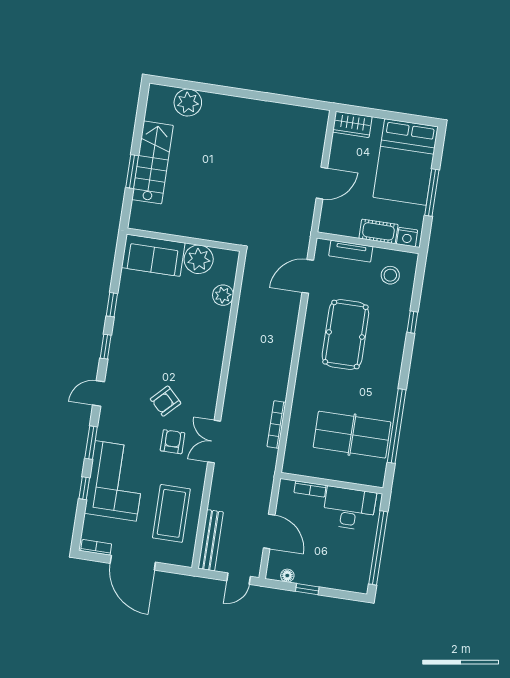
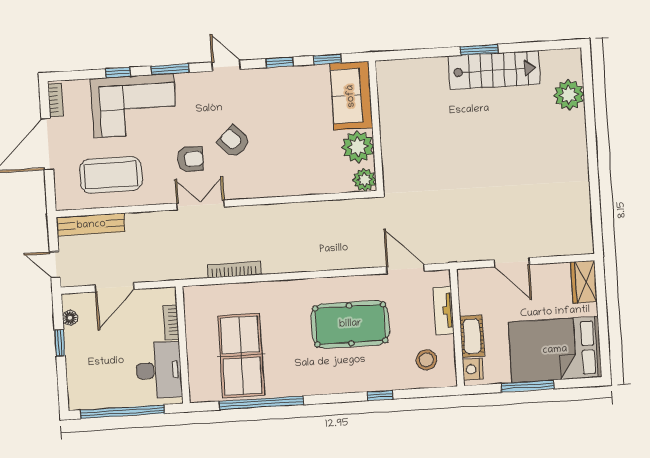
wall: (184, 240) -> (376, 126), moved
sofa: (153, 255) -> (351, 96), moved
plant: (199, 259) -> (358, 147), moved

